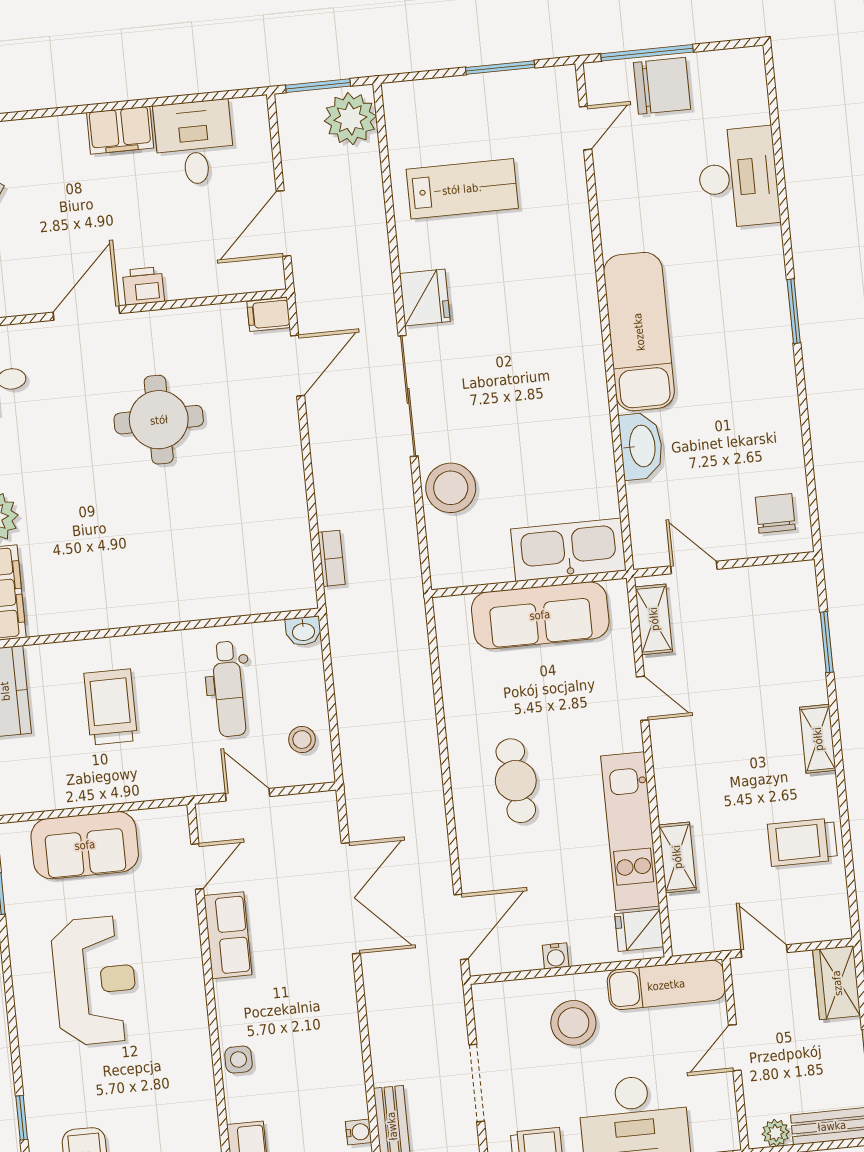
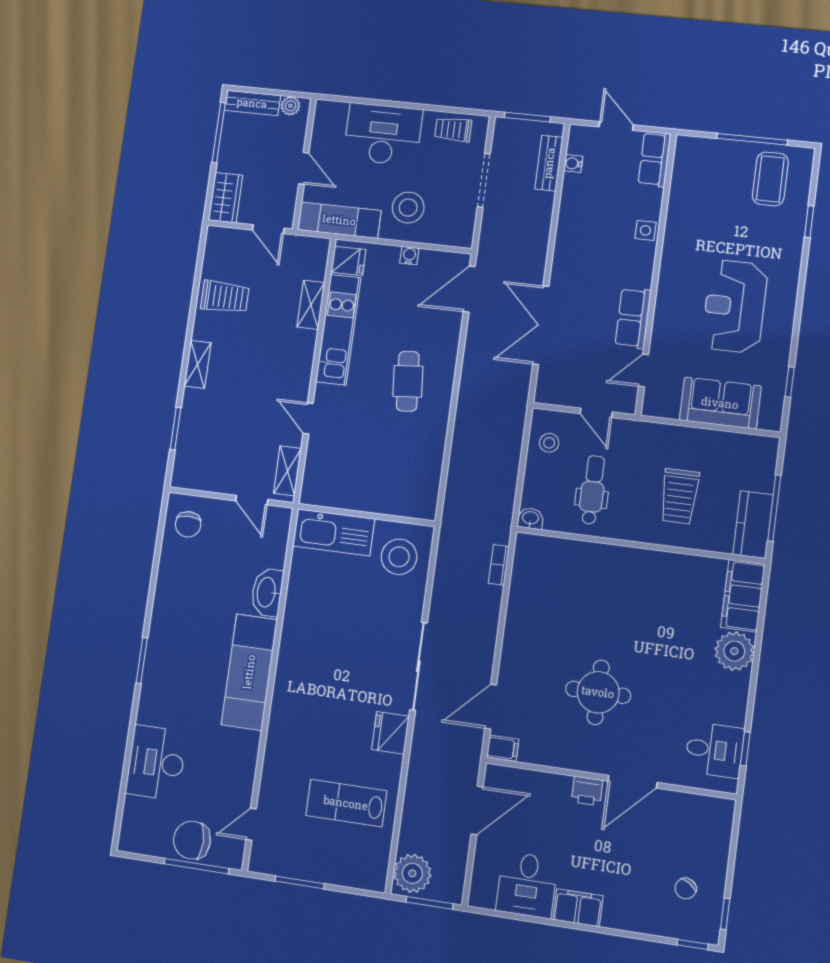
stool: (451, 488) -> (399, 557), moved
sofa: (540, 615) -> (364, 491), removed
door: (735, 1048) -> (304, 168), hinge flipped

